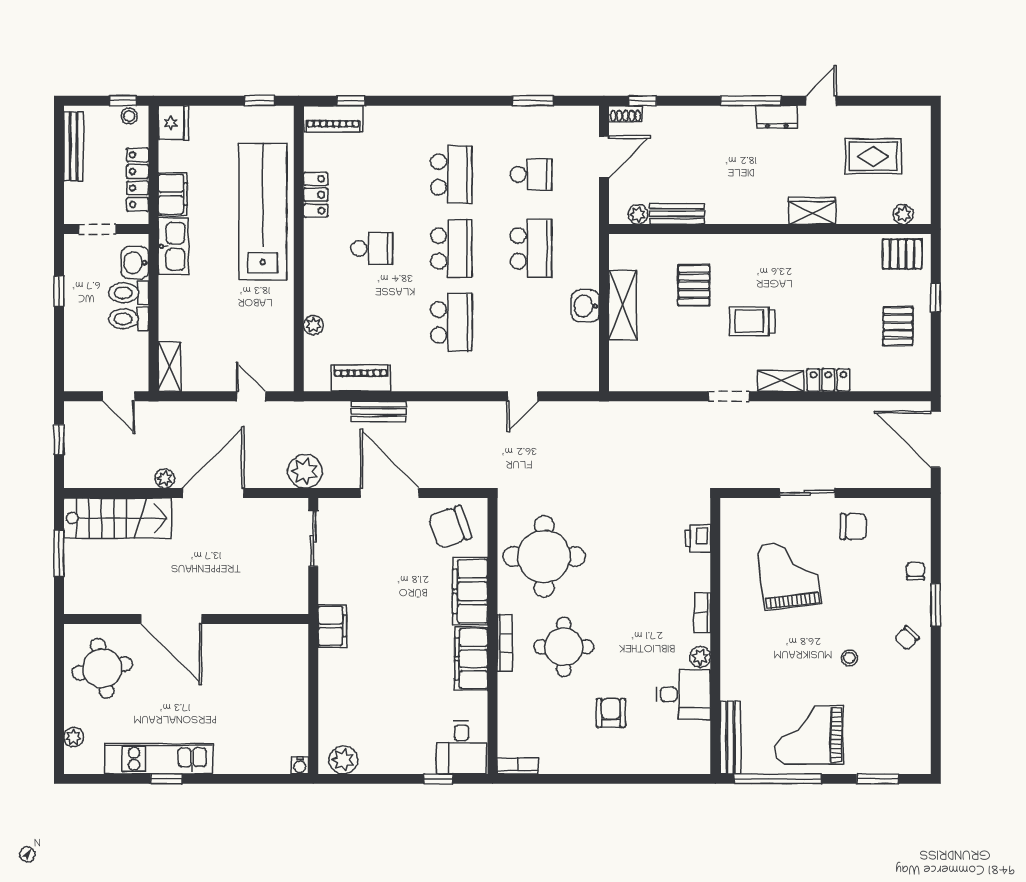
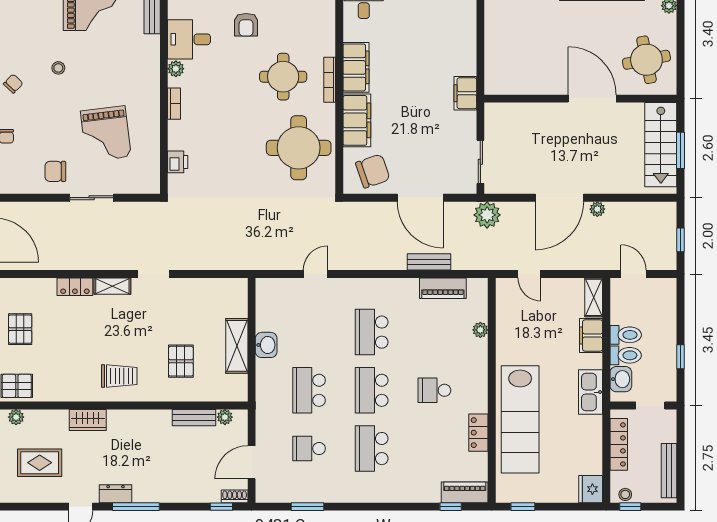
filing cabinet: (173, 194) -> (591, 335), moved
trolley: (752, 321) -> (119, 376), moved
stairs: (117, 518) -> (661, 145), moved, turned -90

